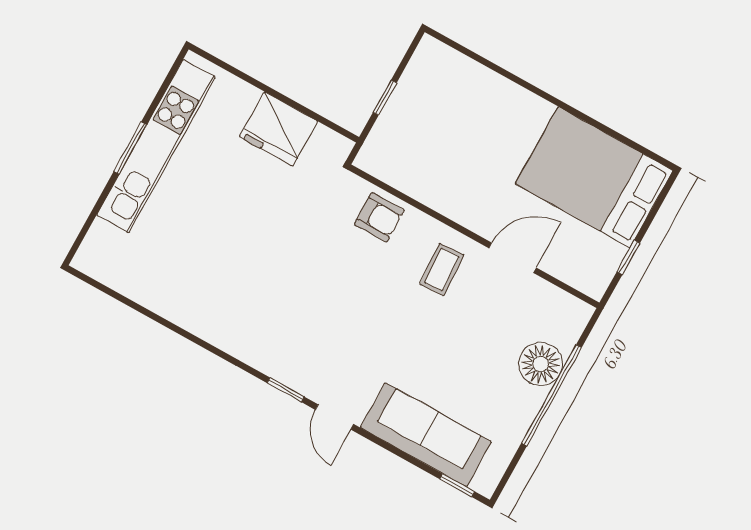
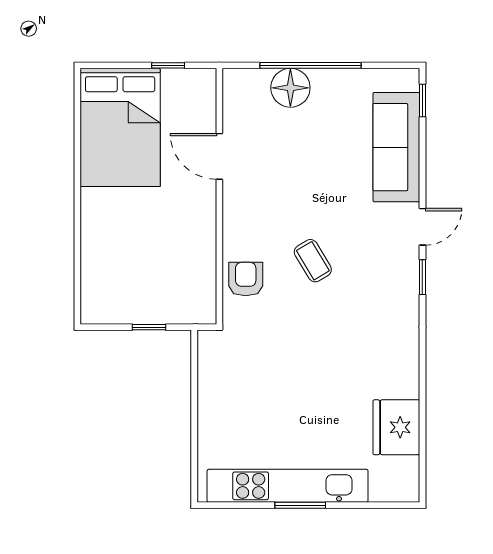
fridge: (279, 129) -> (396, 427), moved, turned 180
coffee table: (442, 269) -> (313, 261), moved, turned 62

